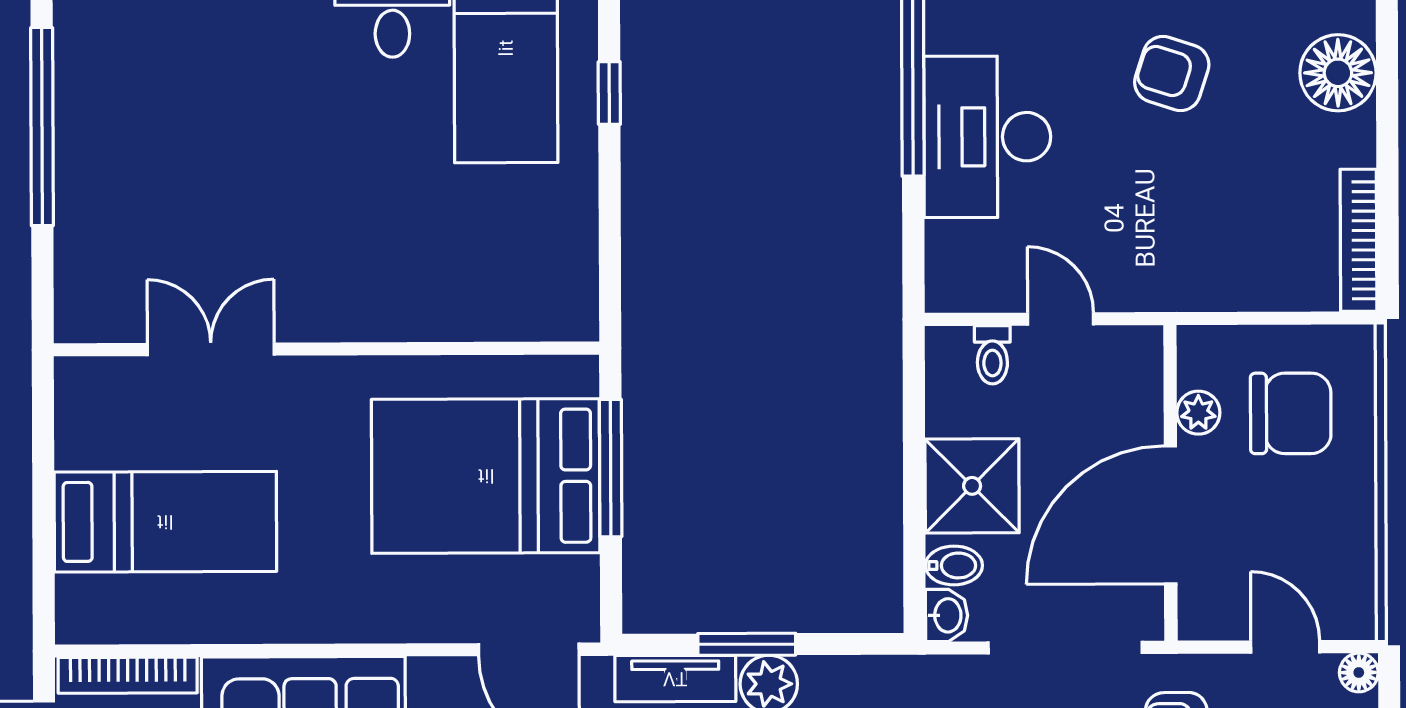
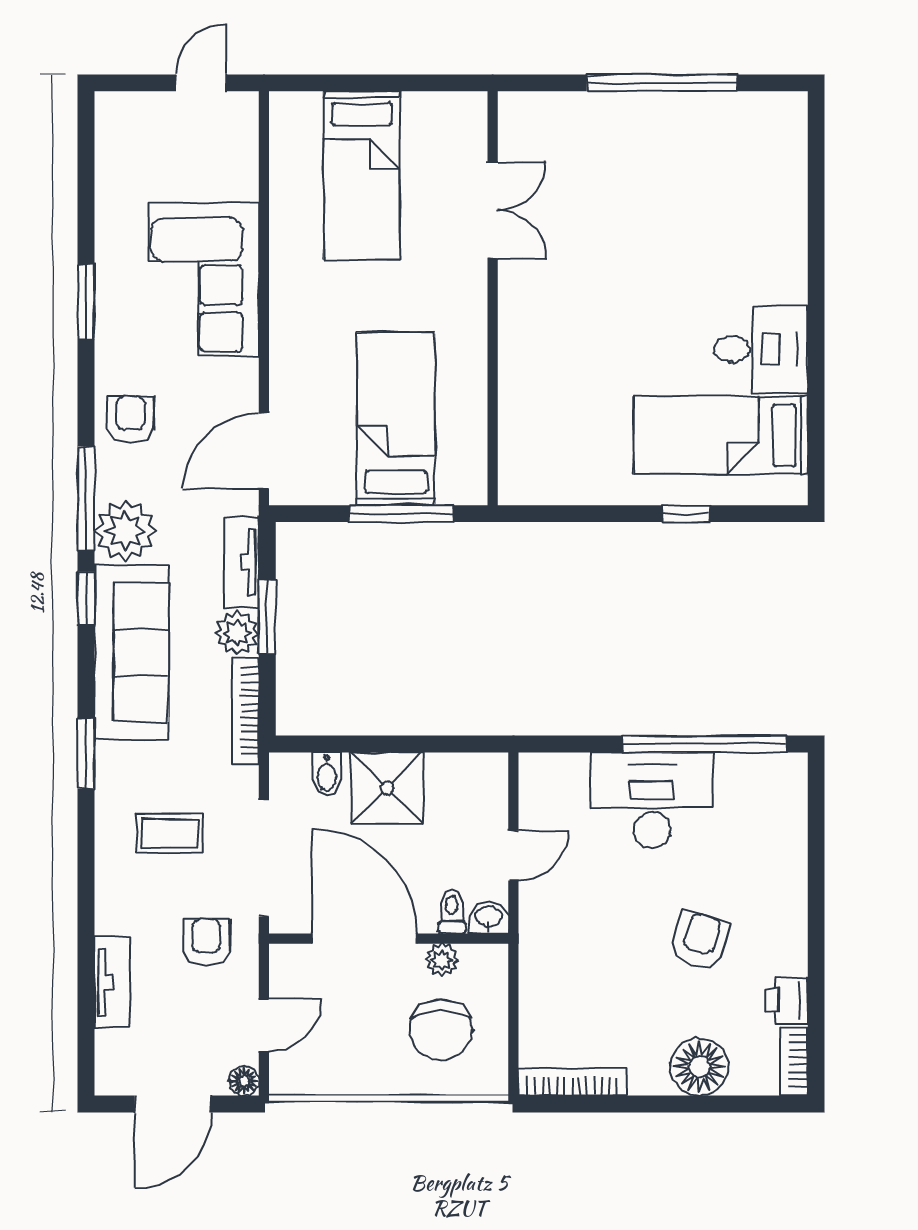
toilet: (992, 355) -> (452, 911), moved, turned 90
bed: (486, 476) -> (396, 419), width x0.67
washbasin: (947, 615) -> (489, 918), moved, turned 180
bookcase: (128, 675) -> (245, 711), moved

